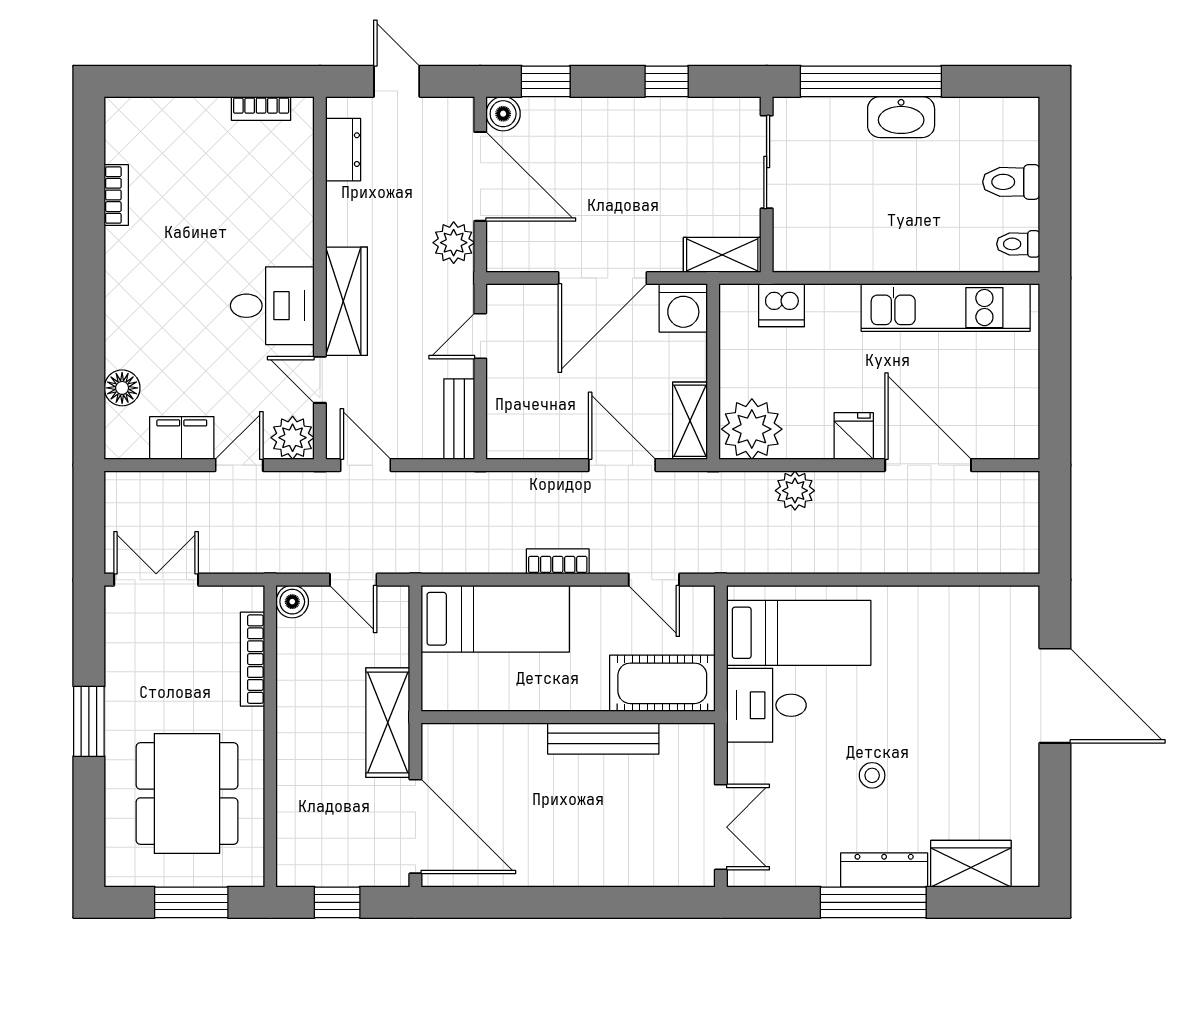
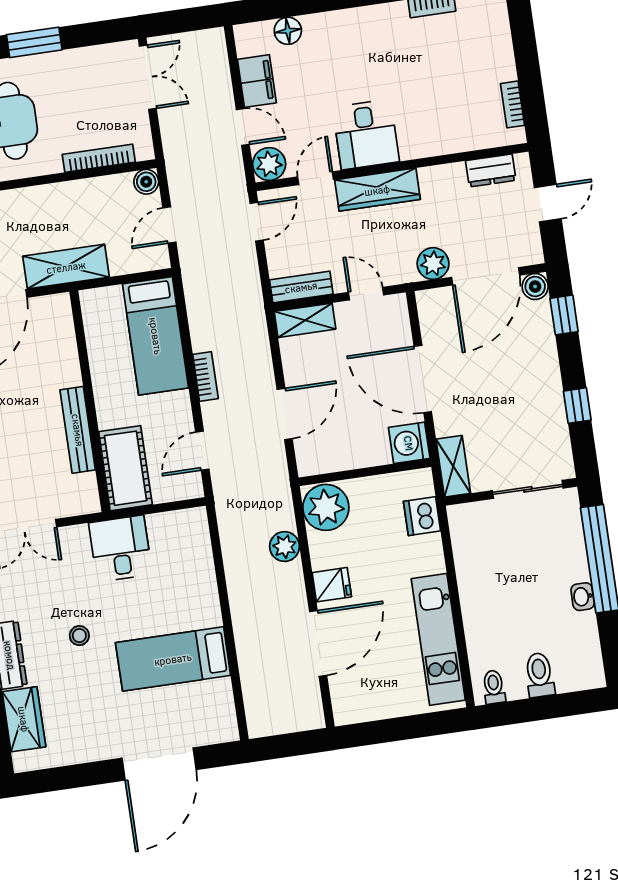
washbasin: (901, 117) -> (583, 597), width x0.52, depth x0.69
shelving: (690, 421) -> (305, 320), moved
bed: (799, 633) -> (173, 659), moved, turned 90

